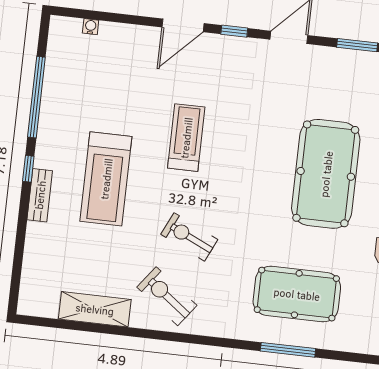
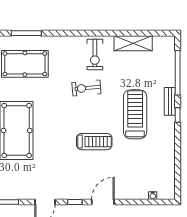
window: (36, 97) -> (178, 73), moved
treadmill: (186, 138) -> (94, 142), turned -90
exercise bike: (189, 237) -> (86, 88), turned 150
exercise bike: (167, 296) -> (95, 55), turned 53

